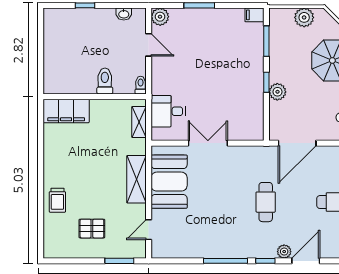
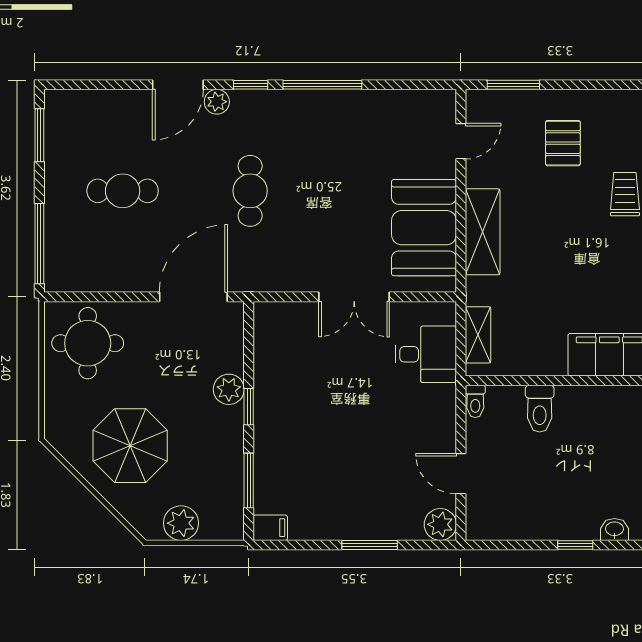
washbasin: (124, 14) -> (614, 529), moved
pallet: (92, 229) -> (563, 143), turned 90

